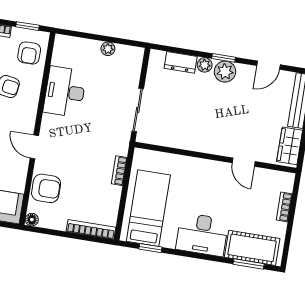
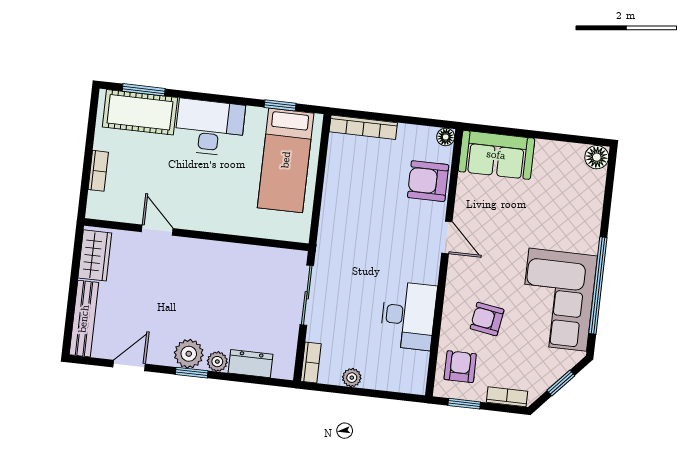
bookcase: (119, 171) -> (311, 362), moved

